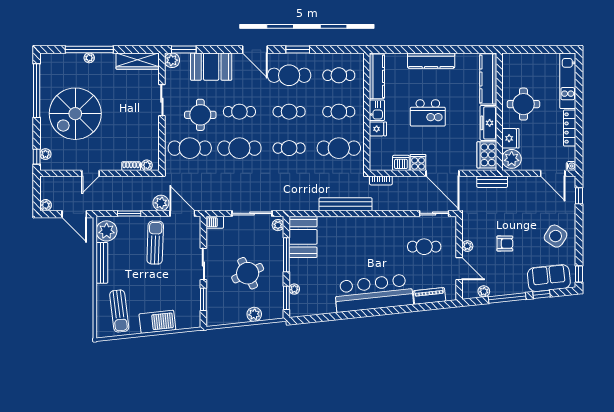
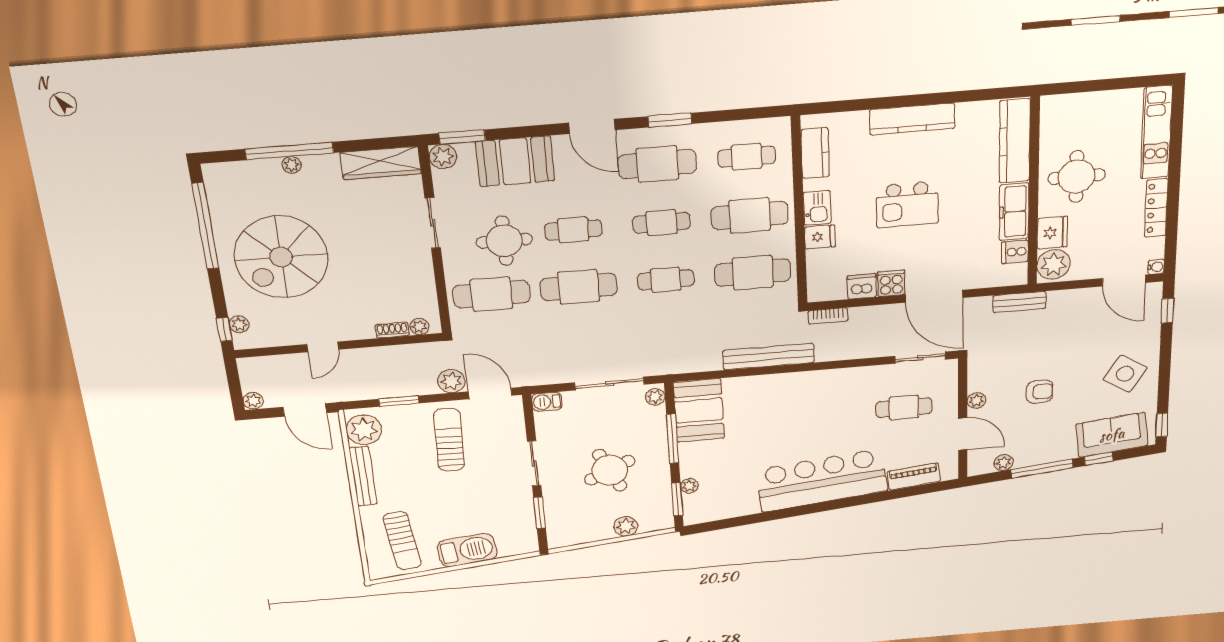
kitchen counter: (377, 76) -> (815, 153), width x0.67
cafe table: (339, 112) -> (750, 215), width x1.37, depth x1.35
cooker: (487, 155) -> (1015, 252), width x0.53, depth x0.76

